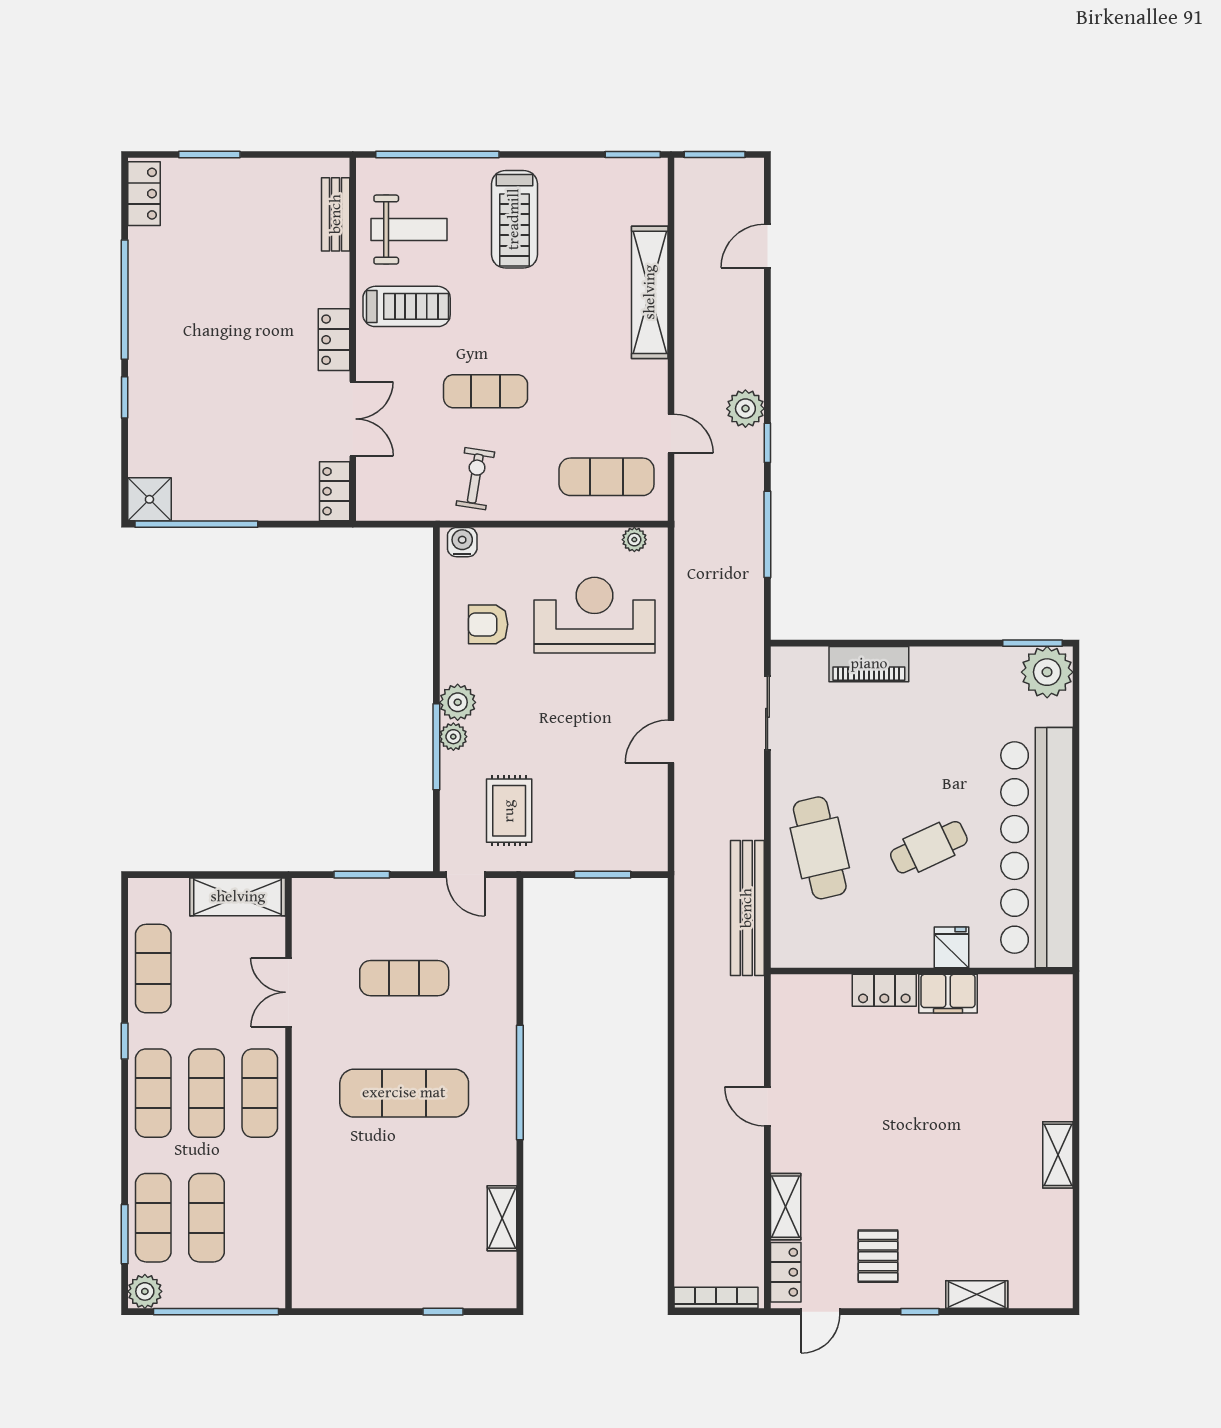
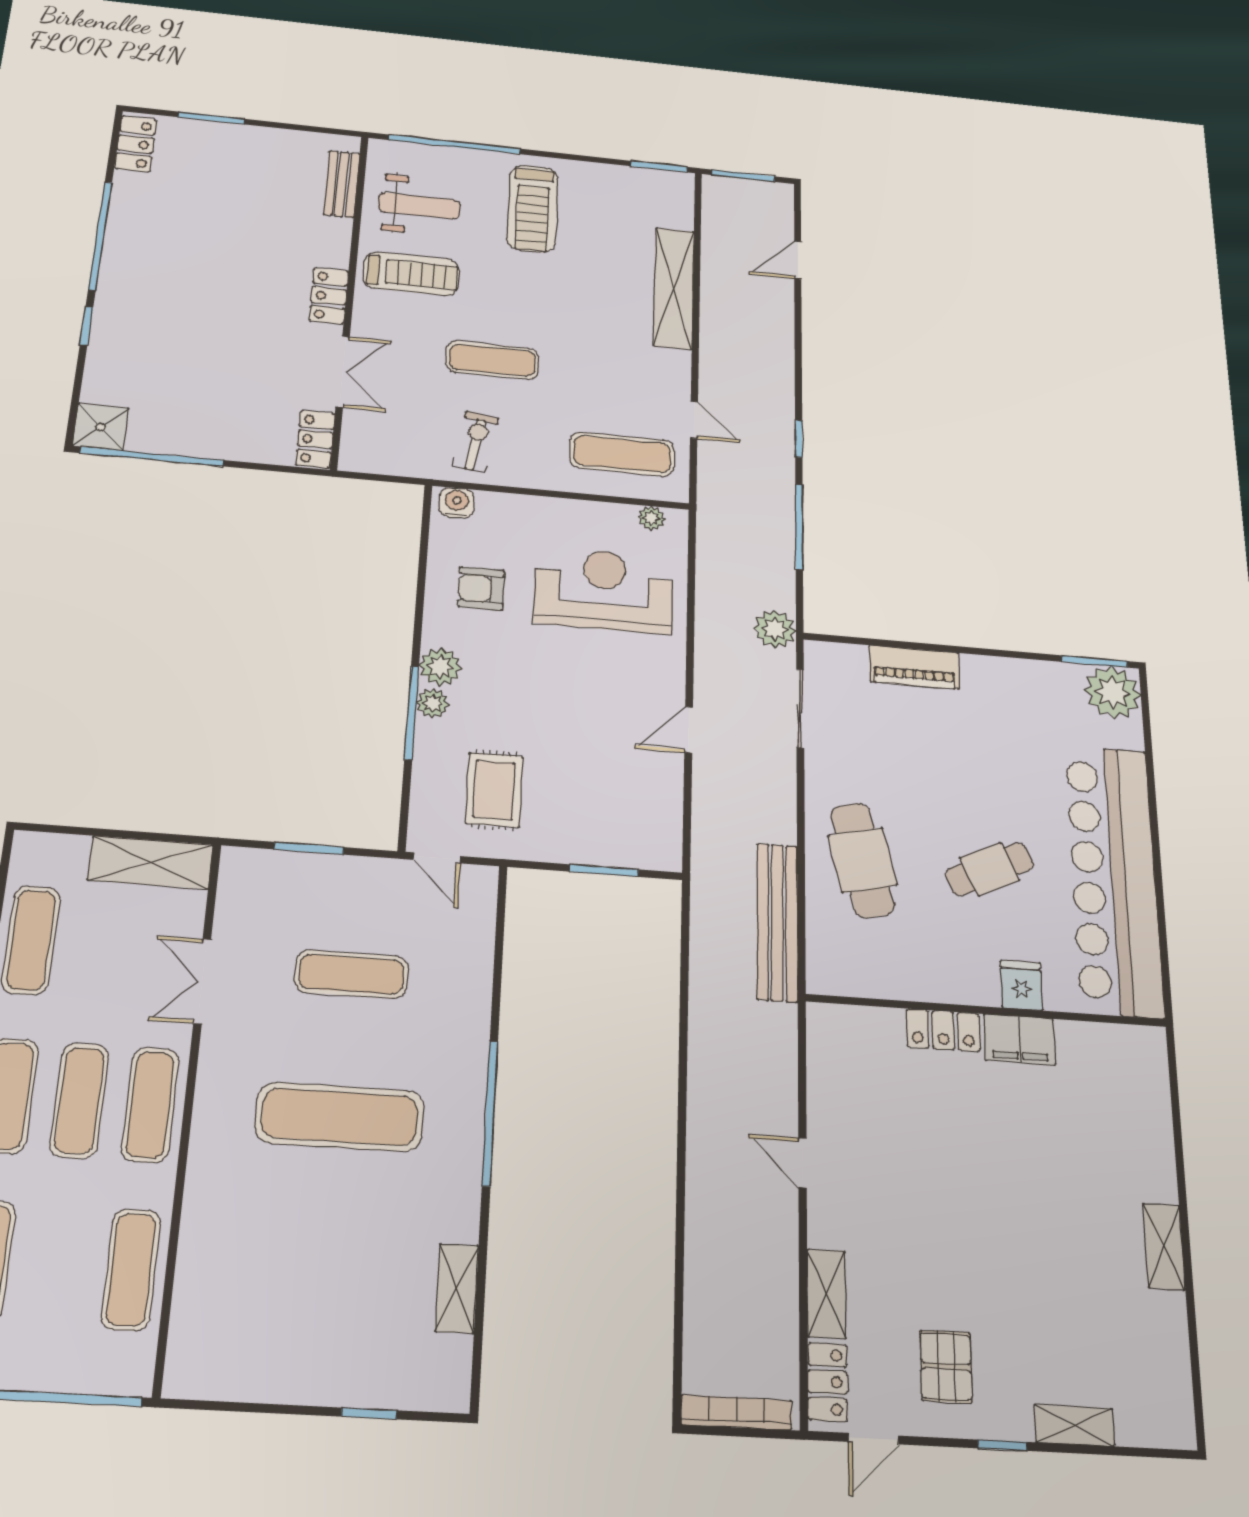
plant: (745, 409) -> (775, 629), moved
exercise mat: (207, 1218) -> (131, 1269), moved

